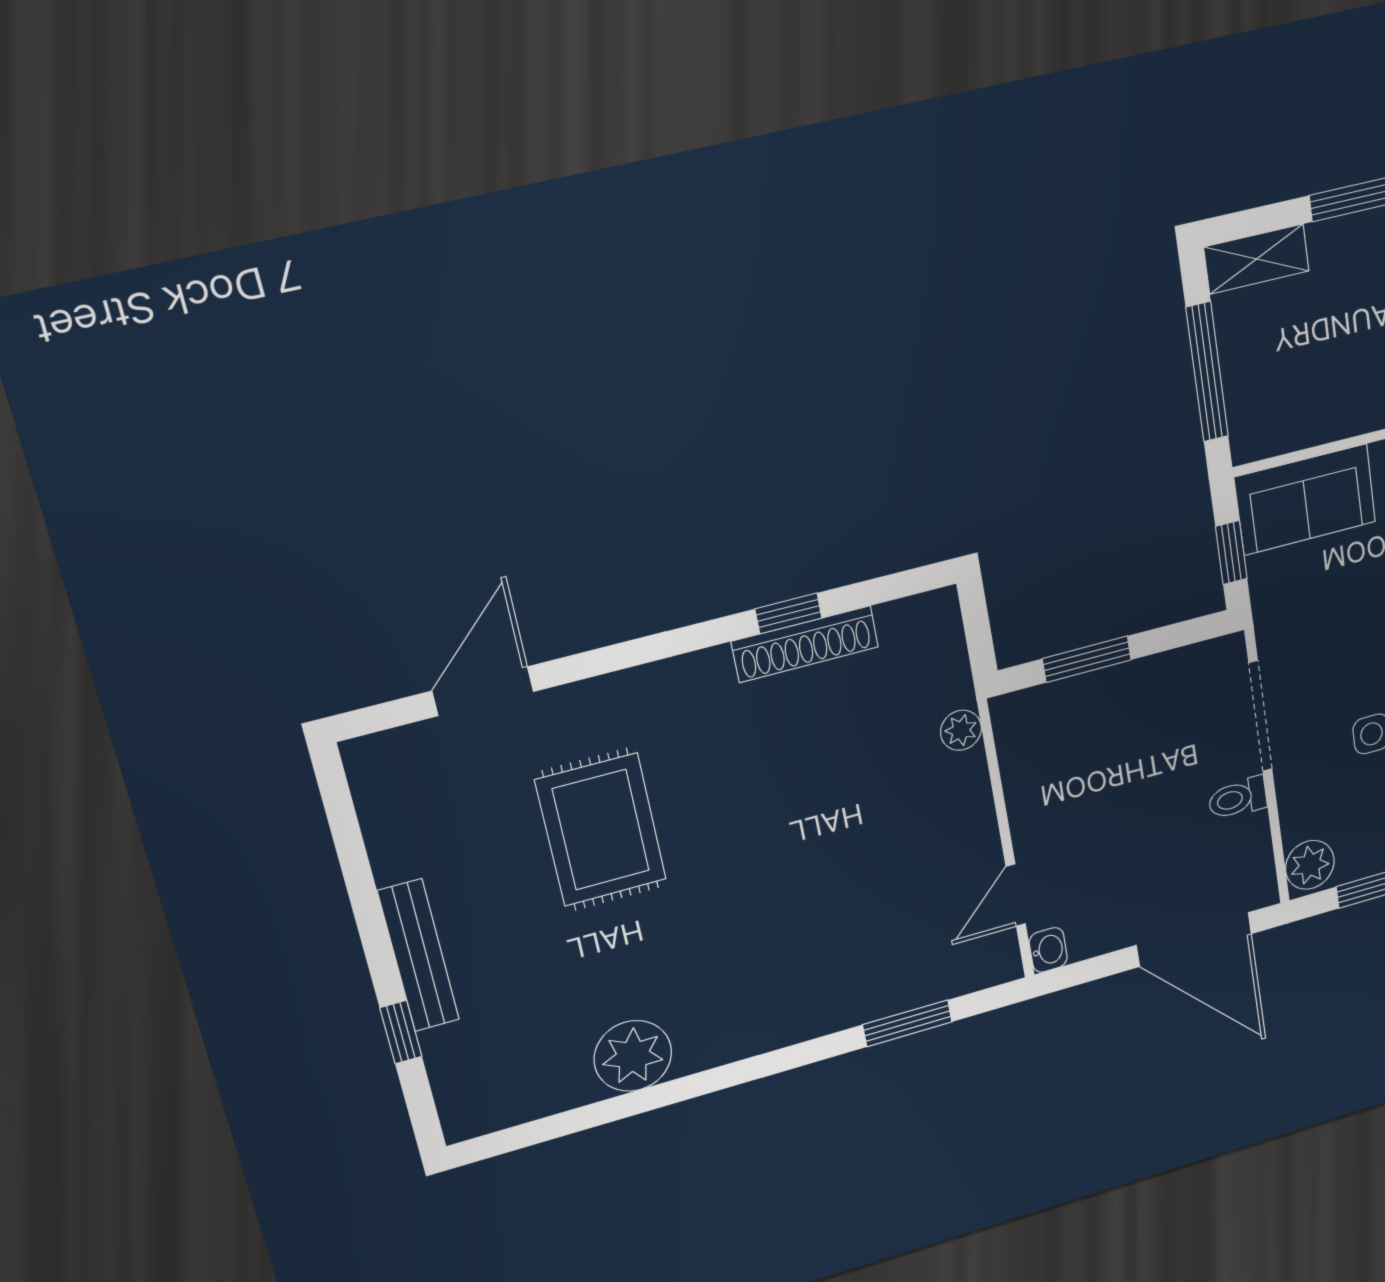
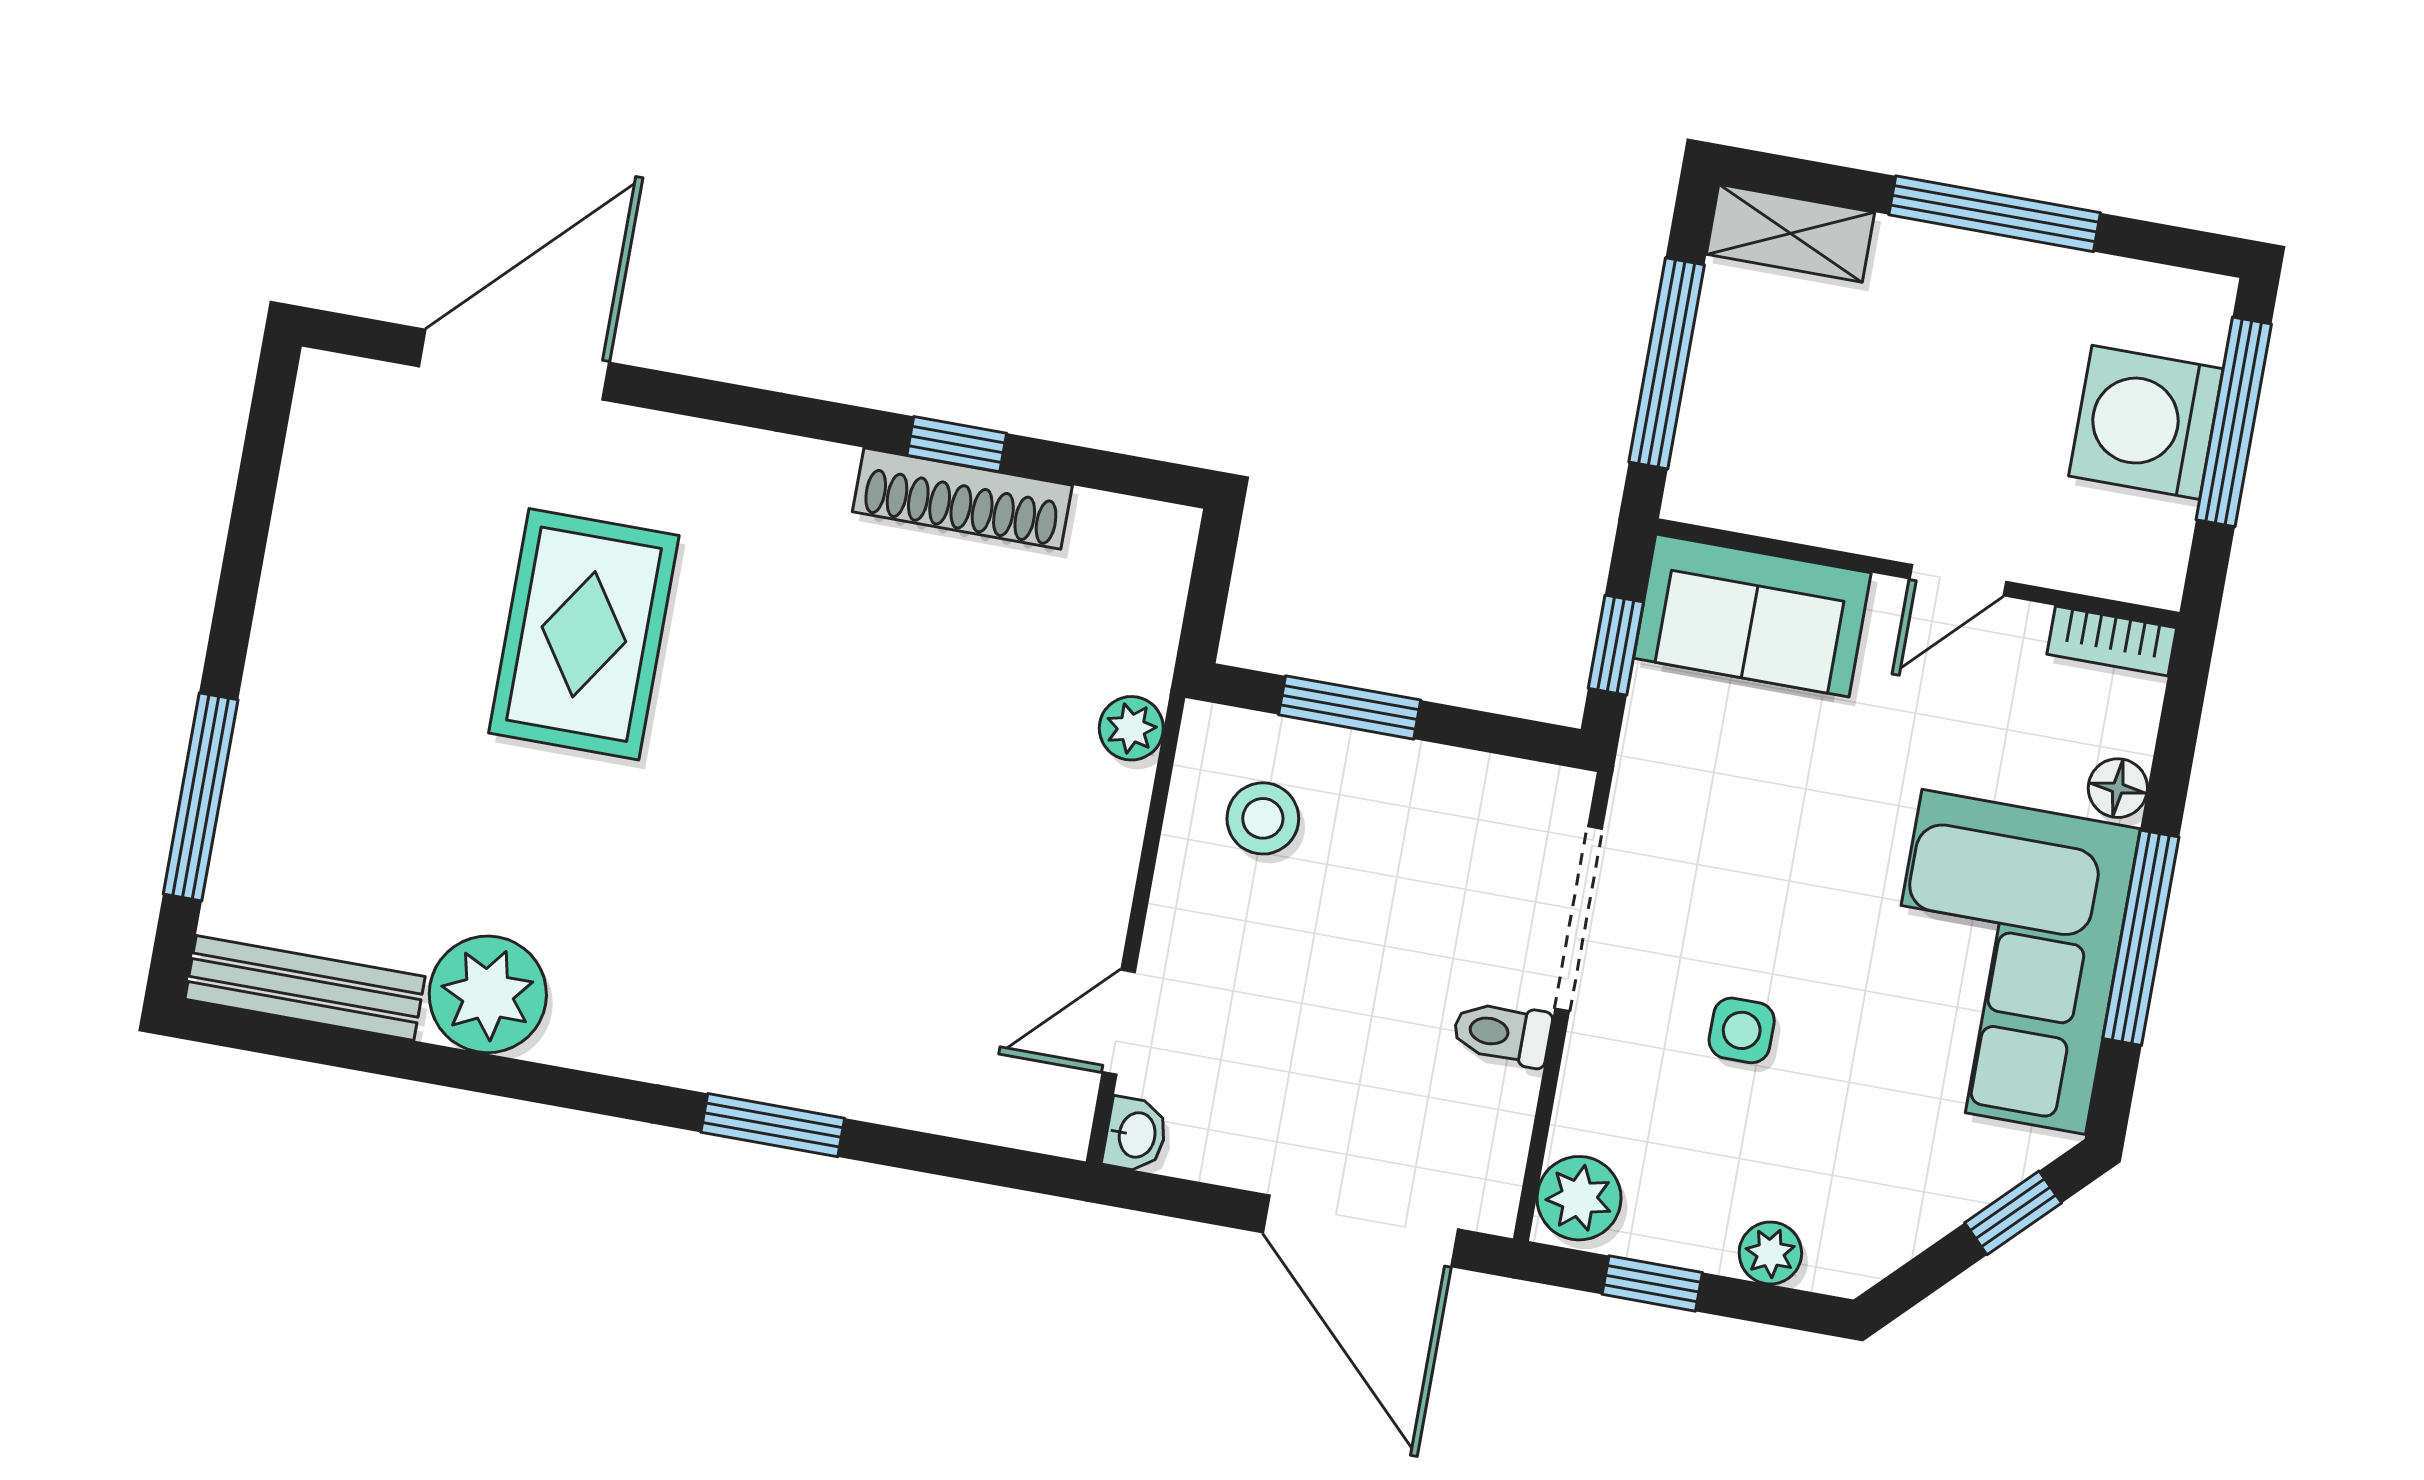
door: (483, 691) -> (514, 365), width x1.36
stool: (1058, 745) -> (1263, 818), added
bench: (418, 956) -> (305, 988), moved, turned 90
window: (907, 1023) -> (773, 1125), moved
window: (401, 1032) -> (201, 797), width x2.17

